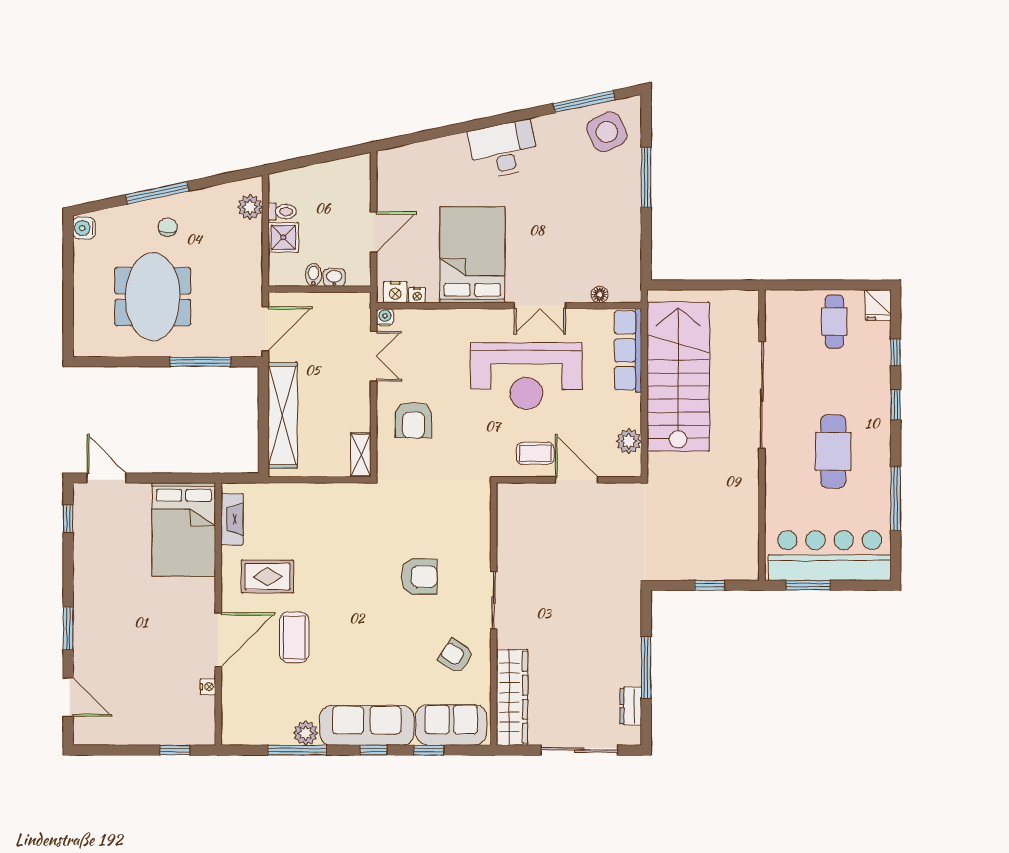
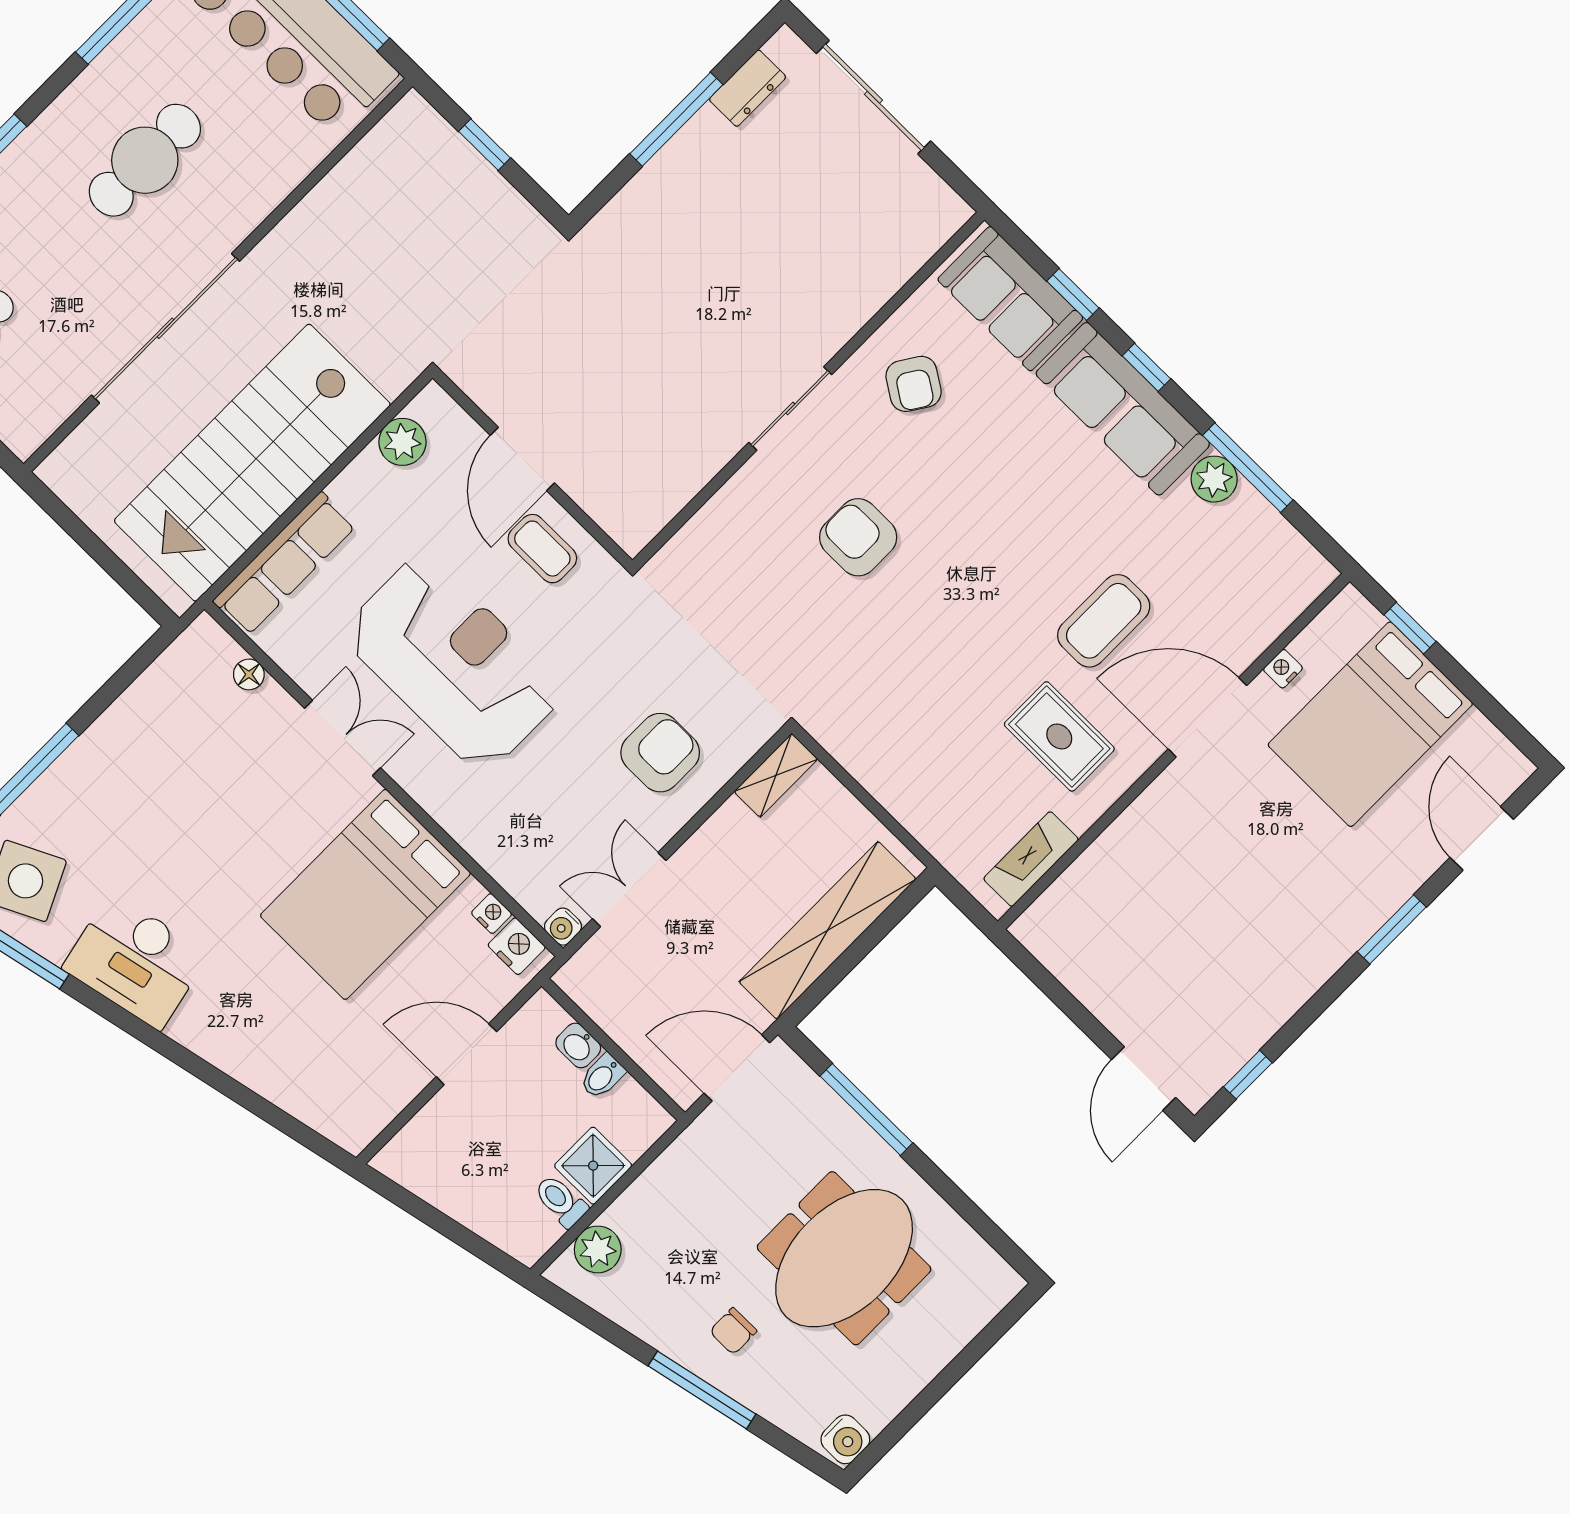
desk: (504, 149) -> (136, 961), moved
bed: (184, 530) -> (1370, 724), moved, turned 180
wardrobe: (512, 697) -> (893, 255), removed

